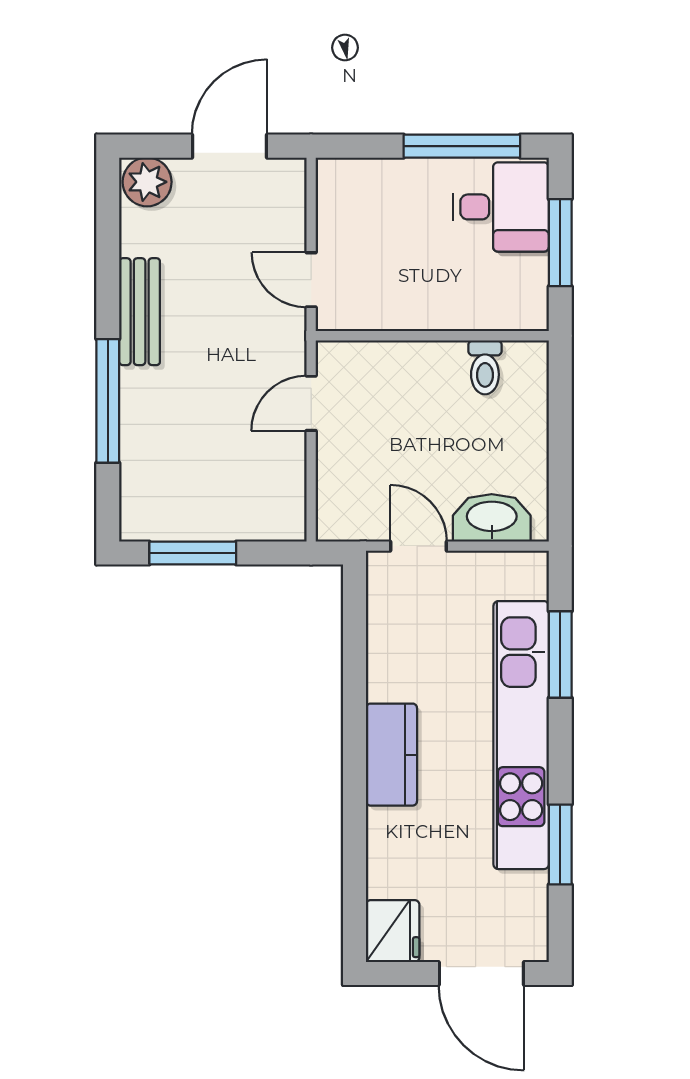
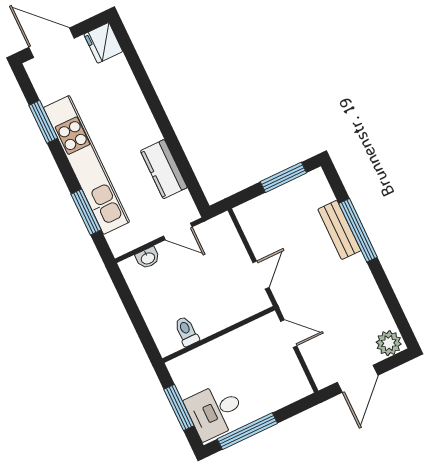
bench: (140, 312) -> (339, 230), moved
washbasin: (492, 518) -> (148, 258), width x0.52, depth x0.69
kitchen counter: (392, 755) -> (164, 169), moved

